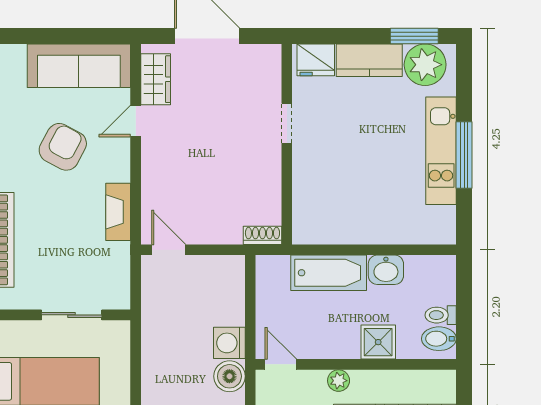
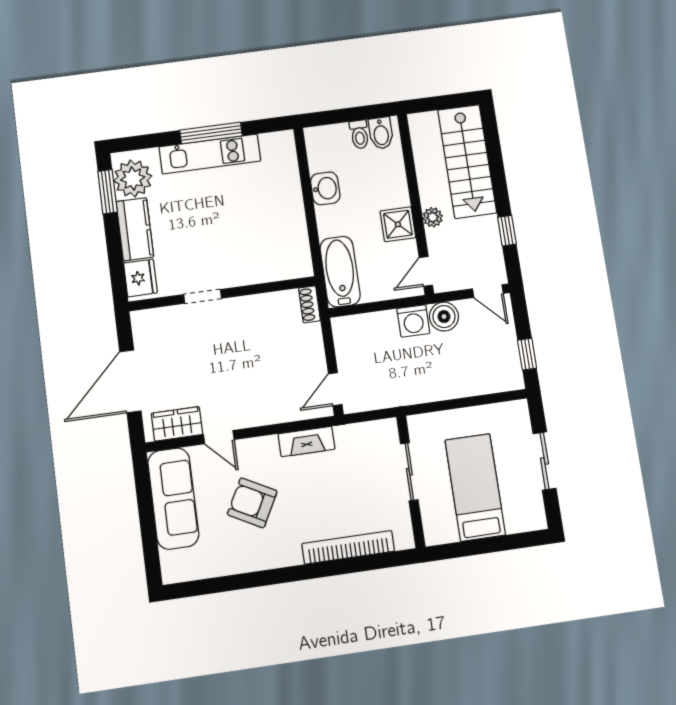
bathtub: (329, 273) -> (340, 272), moved
shower: (378, 342) -> (398, 224), moved

